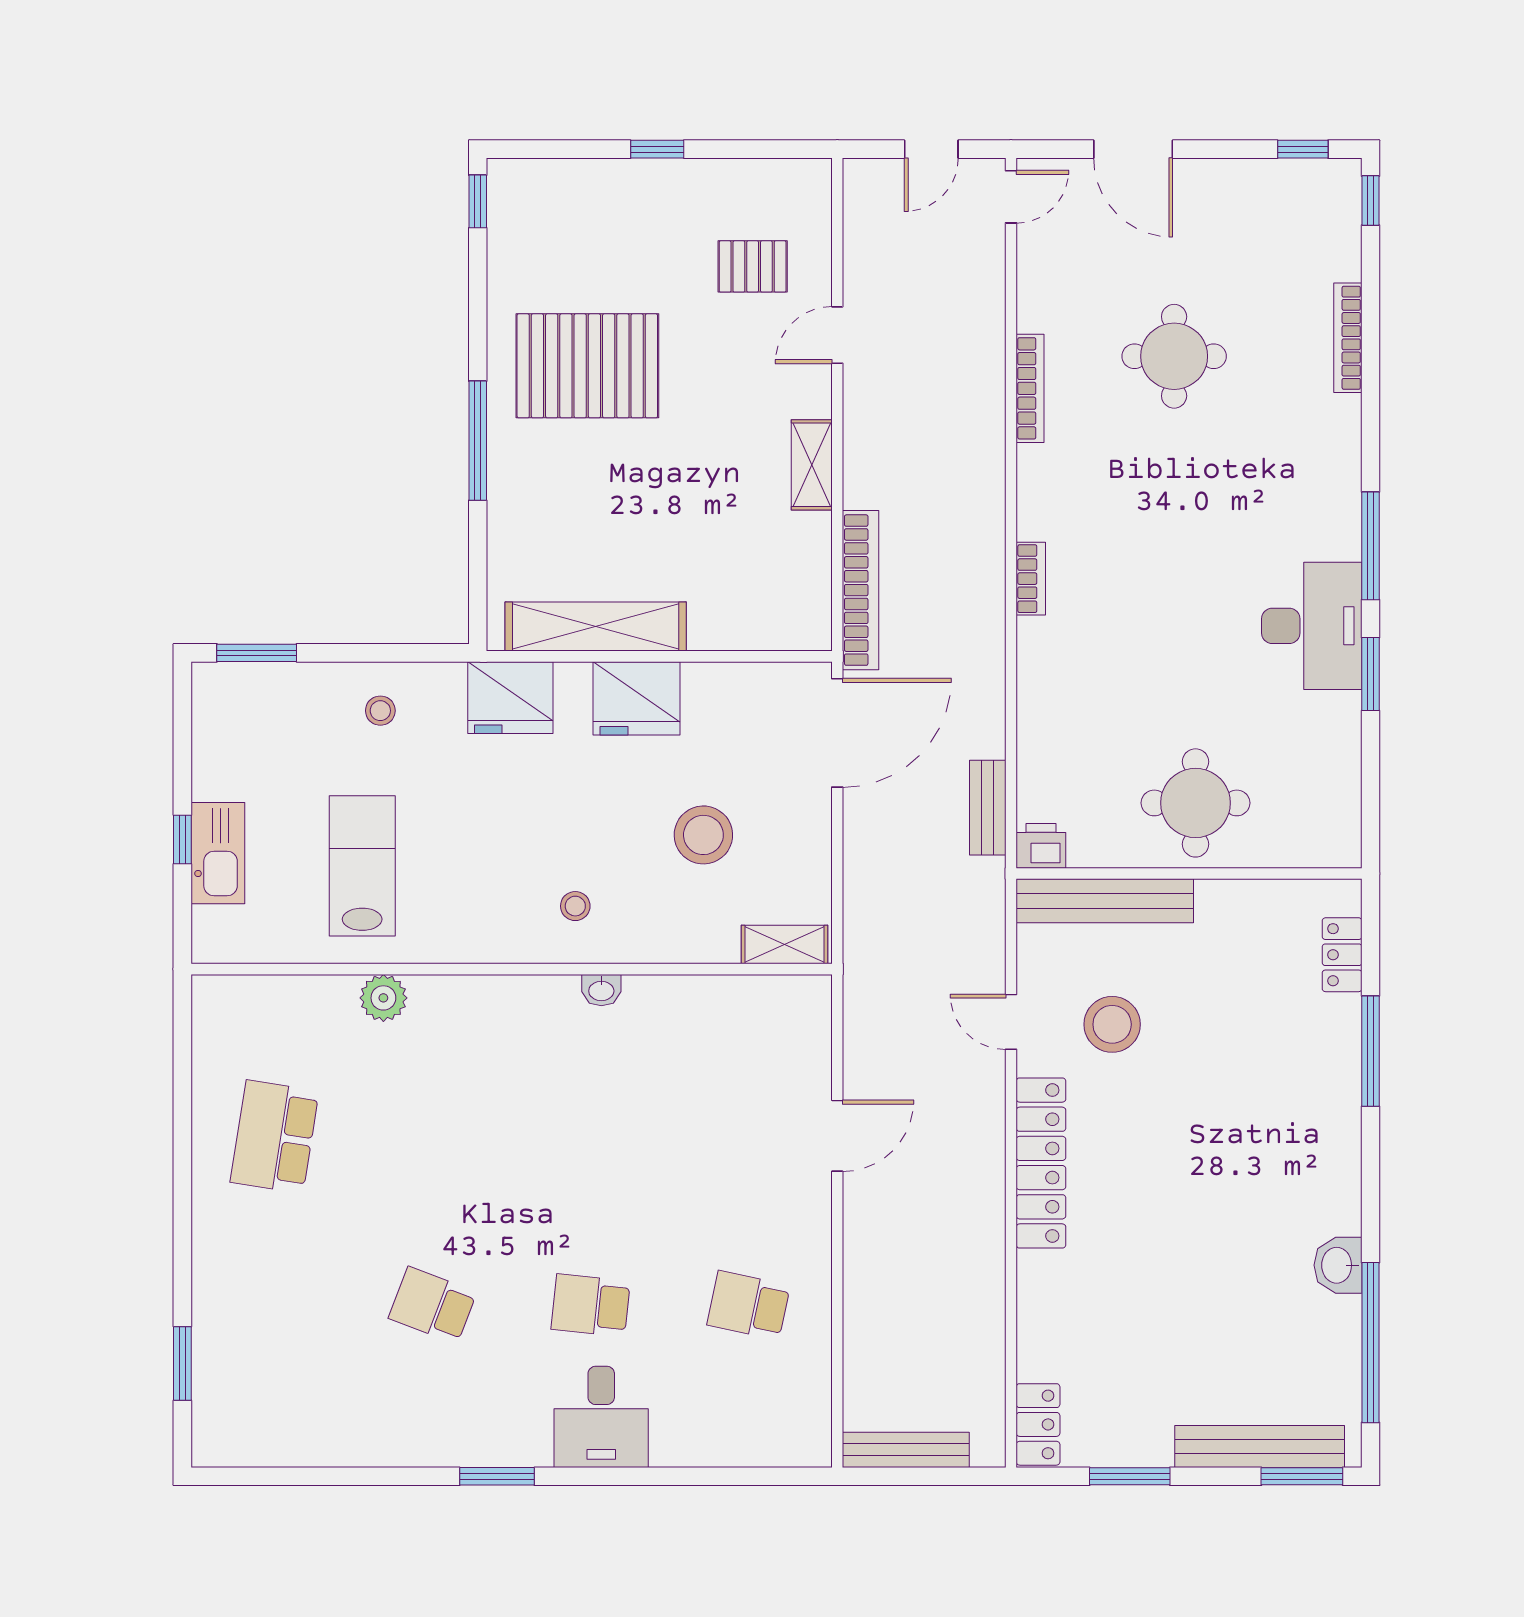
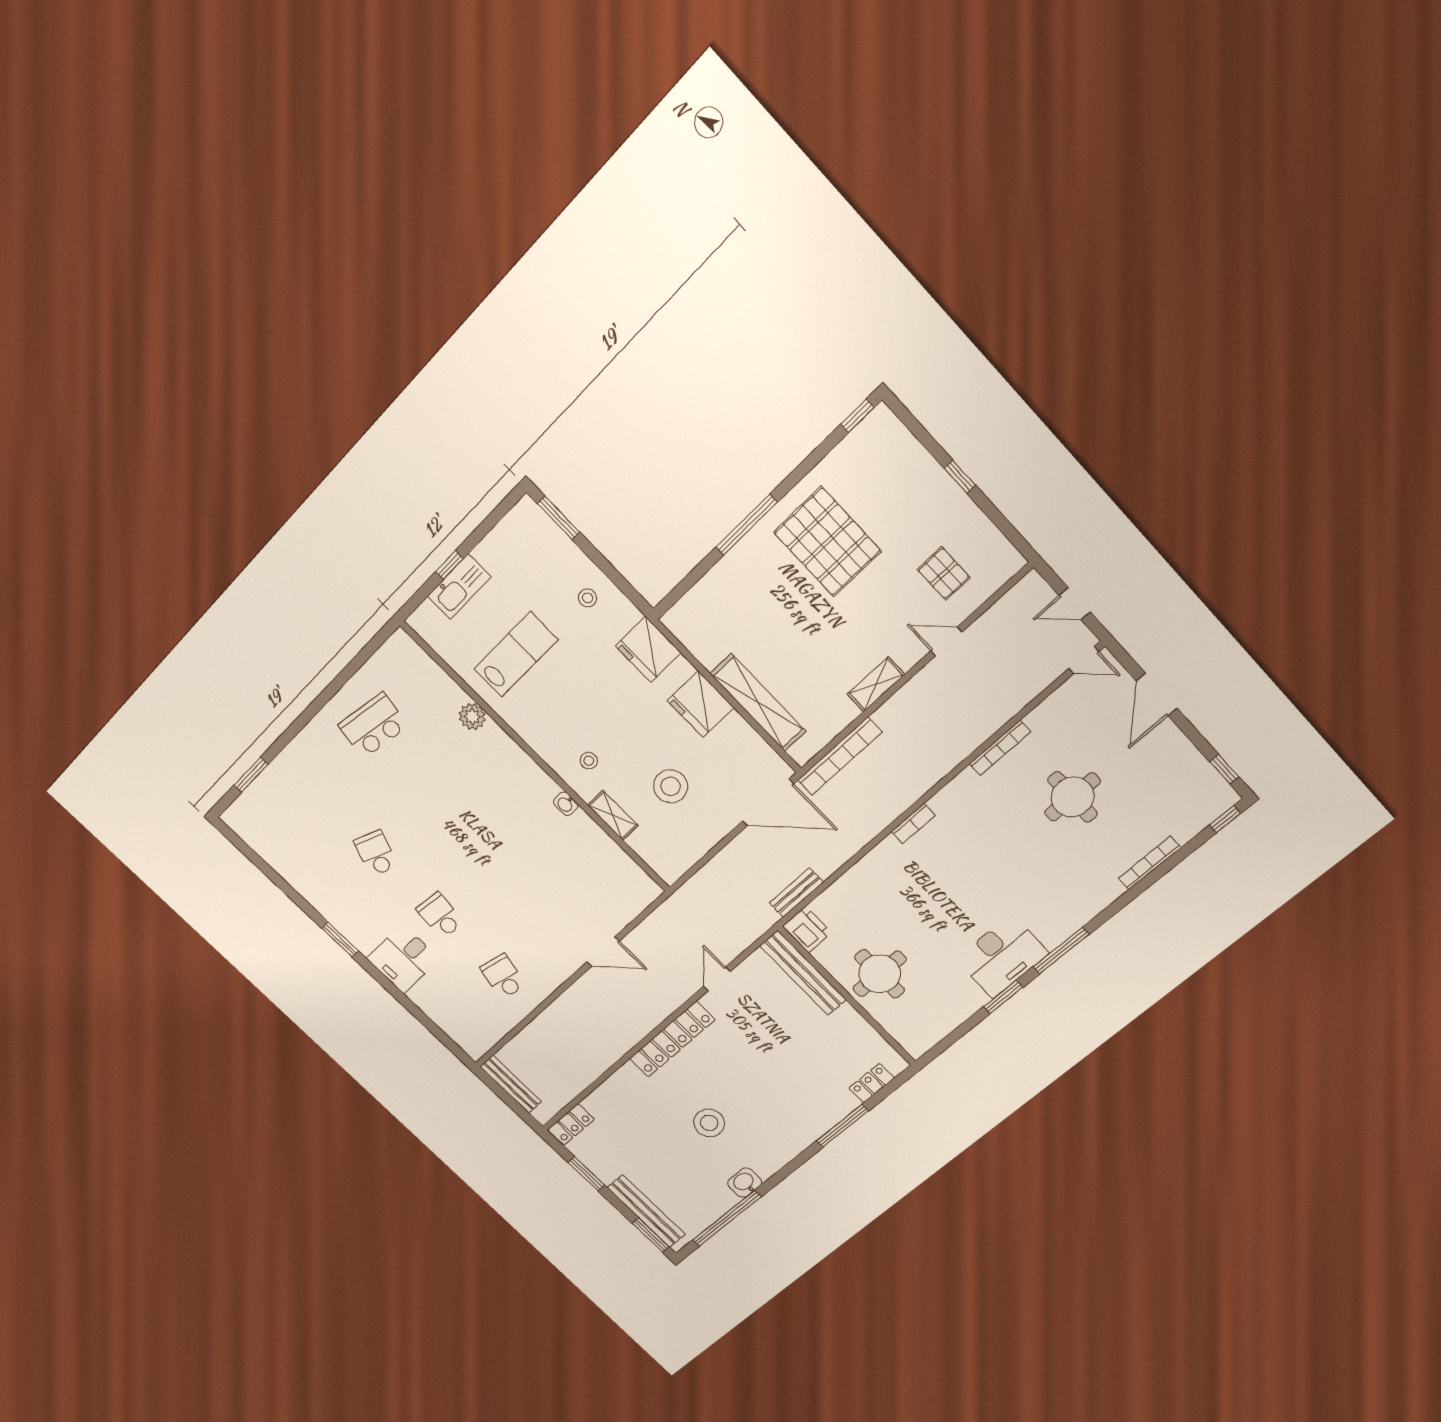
shelving: (596, 626) -> (758, 703), moved
printer: (1041, 846) -> (807, 929), width x1.36, depth x1.24
shelving: (785, 944) -> (613, 815), moved
stool: (1112, 1024) -> (709, 1123), moved

